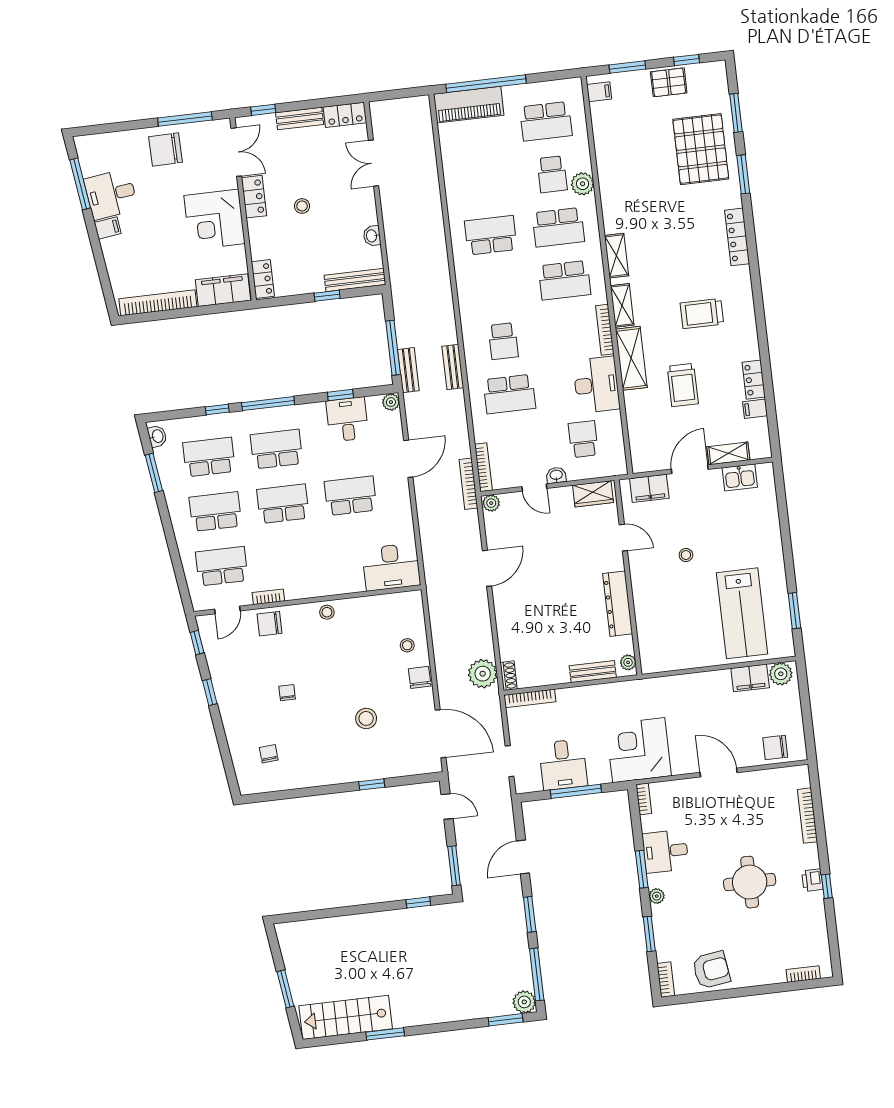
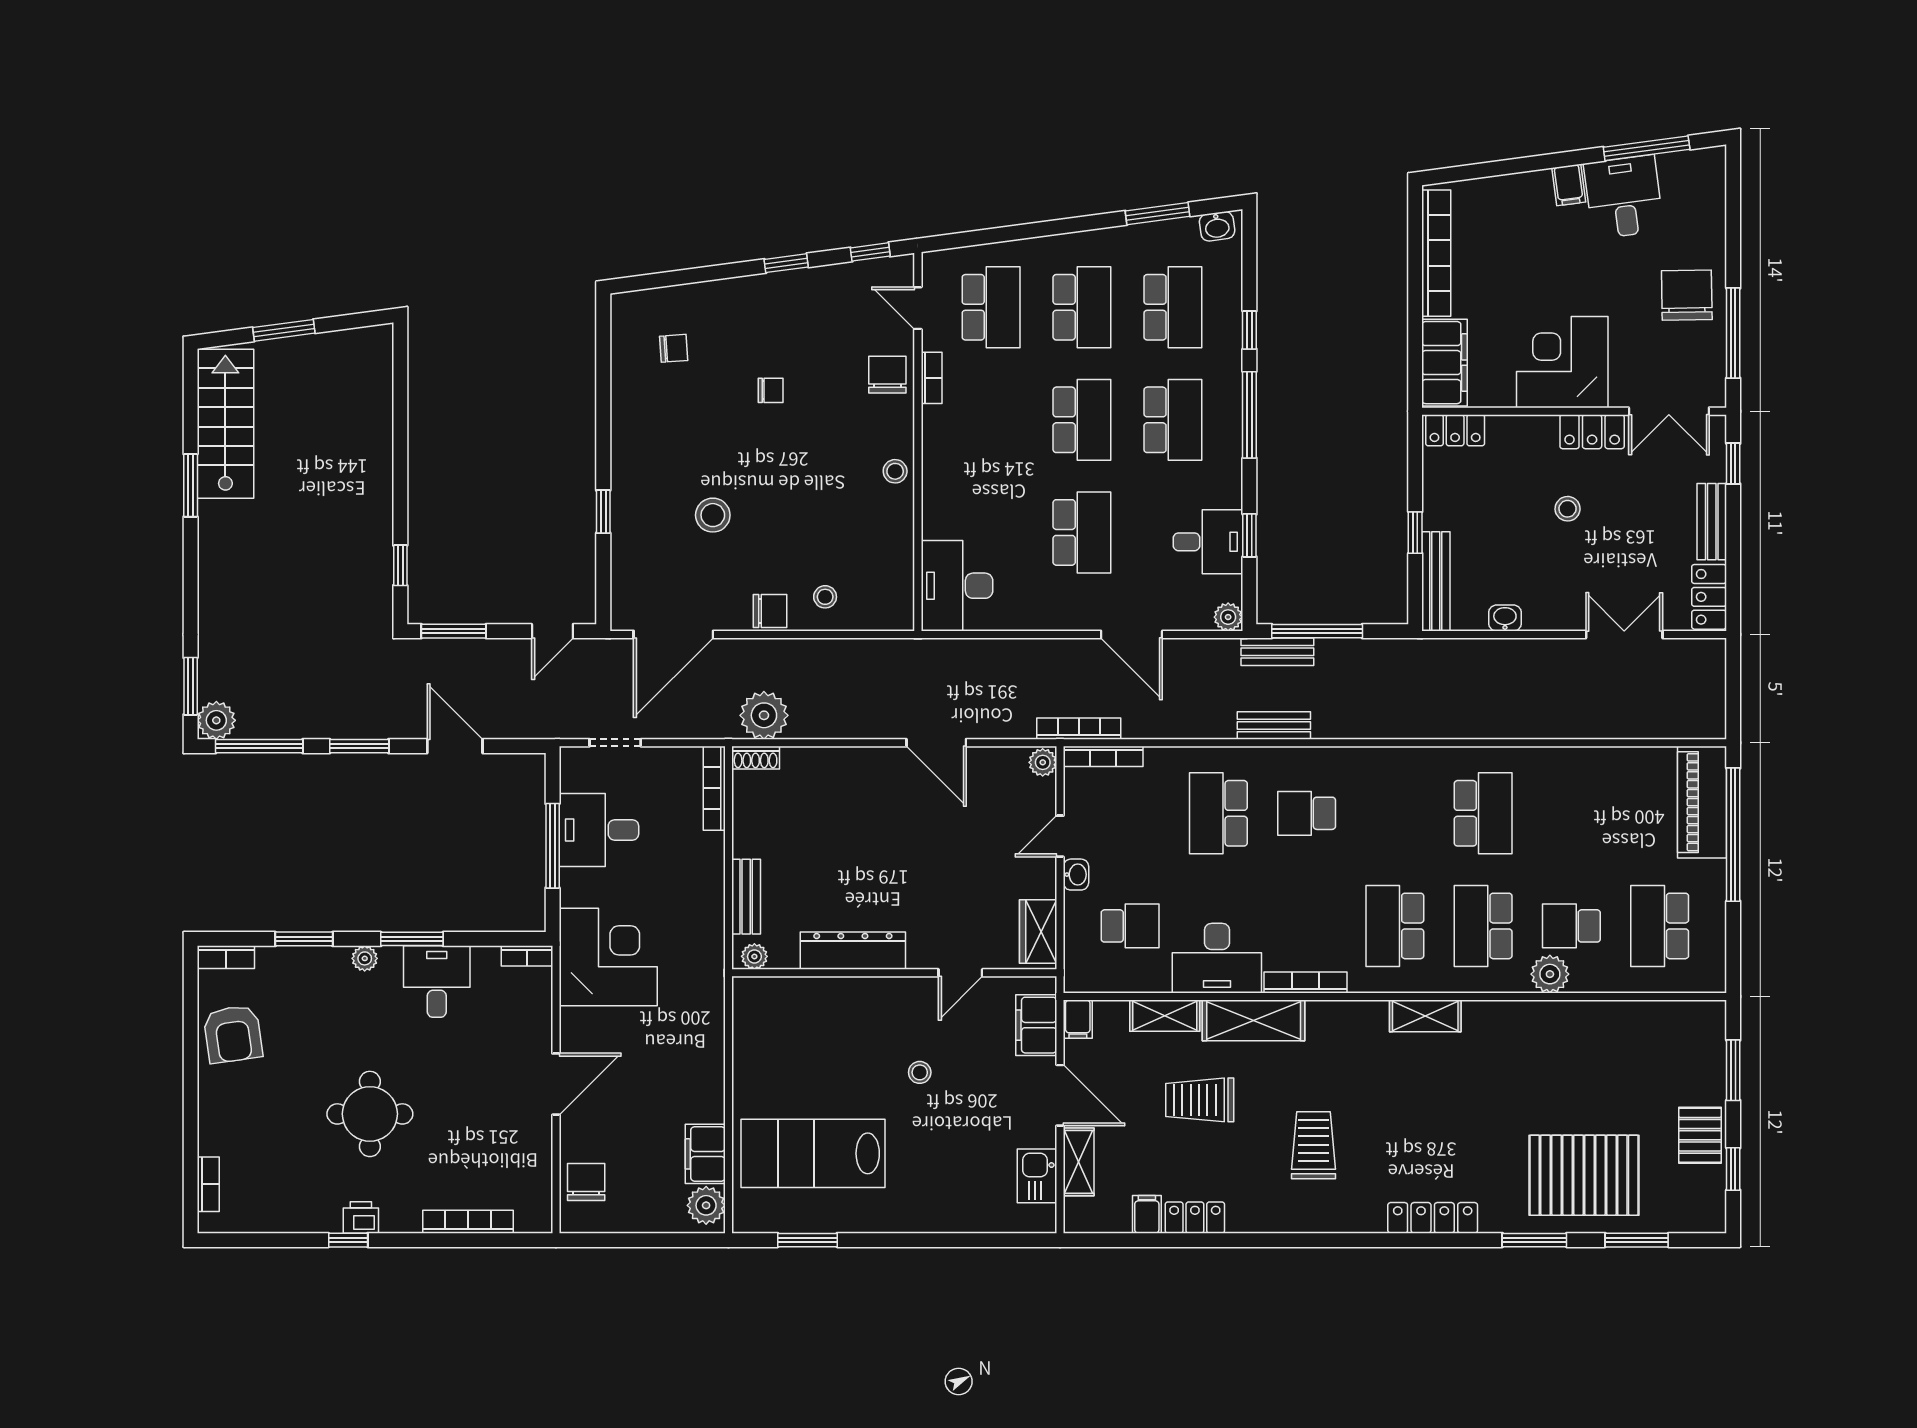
filing cabinet: (599, 92) -> (1078, 1019), moved
shelving: (622, 305) -> (1165, 1016), moved

